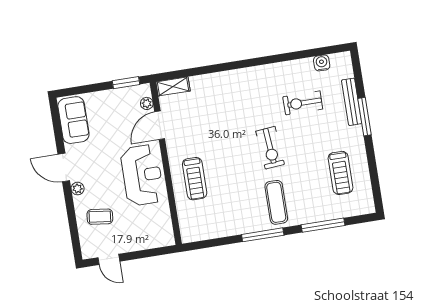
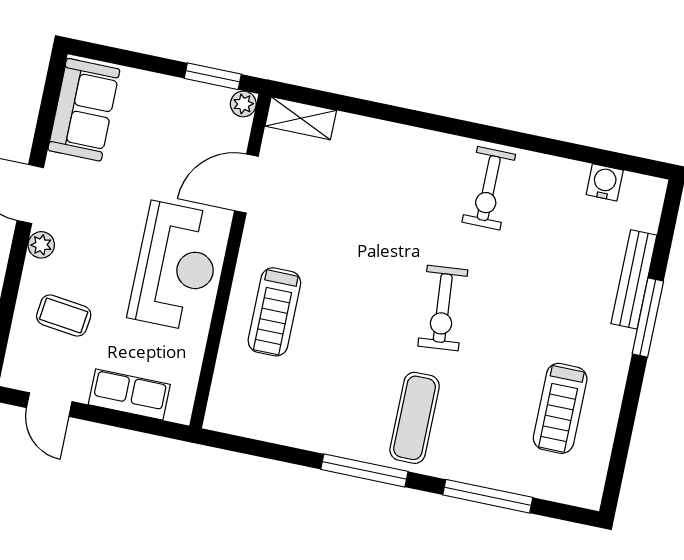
plant: (147, 103) -> (243, 104), moved
exercise bike: (303, 103) -> (489, 188), moved, turned -90
row of seats: (143, 241) -> (129, 395), added

